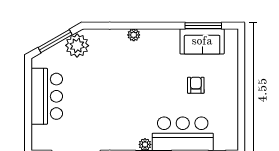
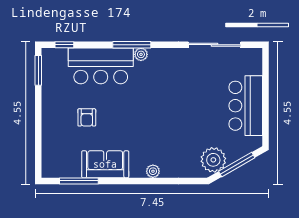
sofa: (202, 41) -> (105, 164), moved
window: (241, 129) -> (38, 70), added

